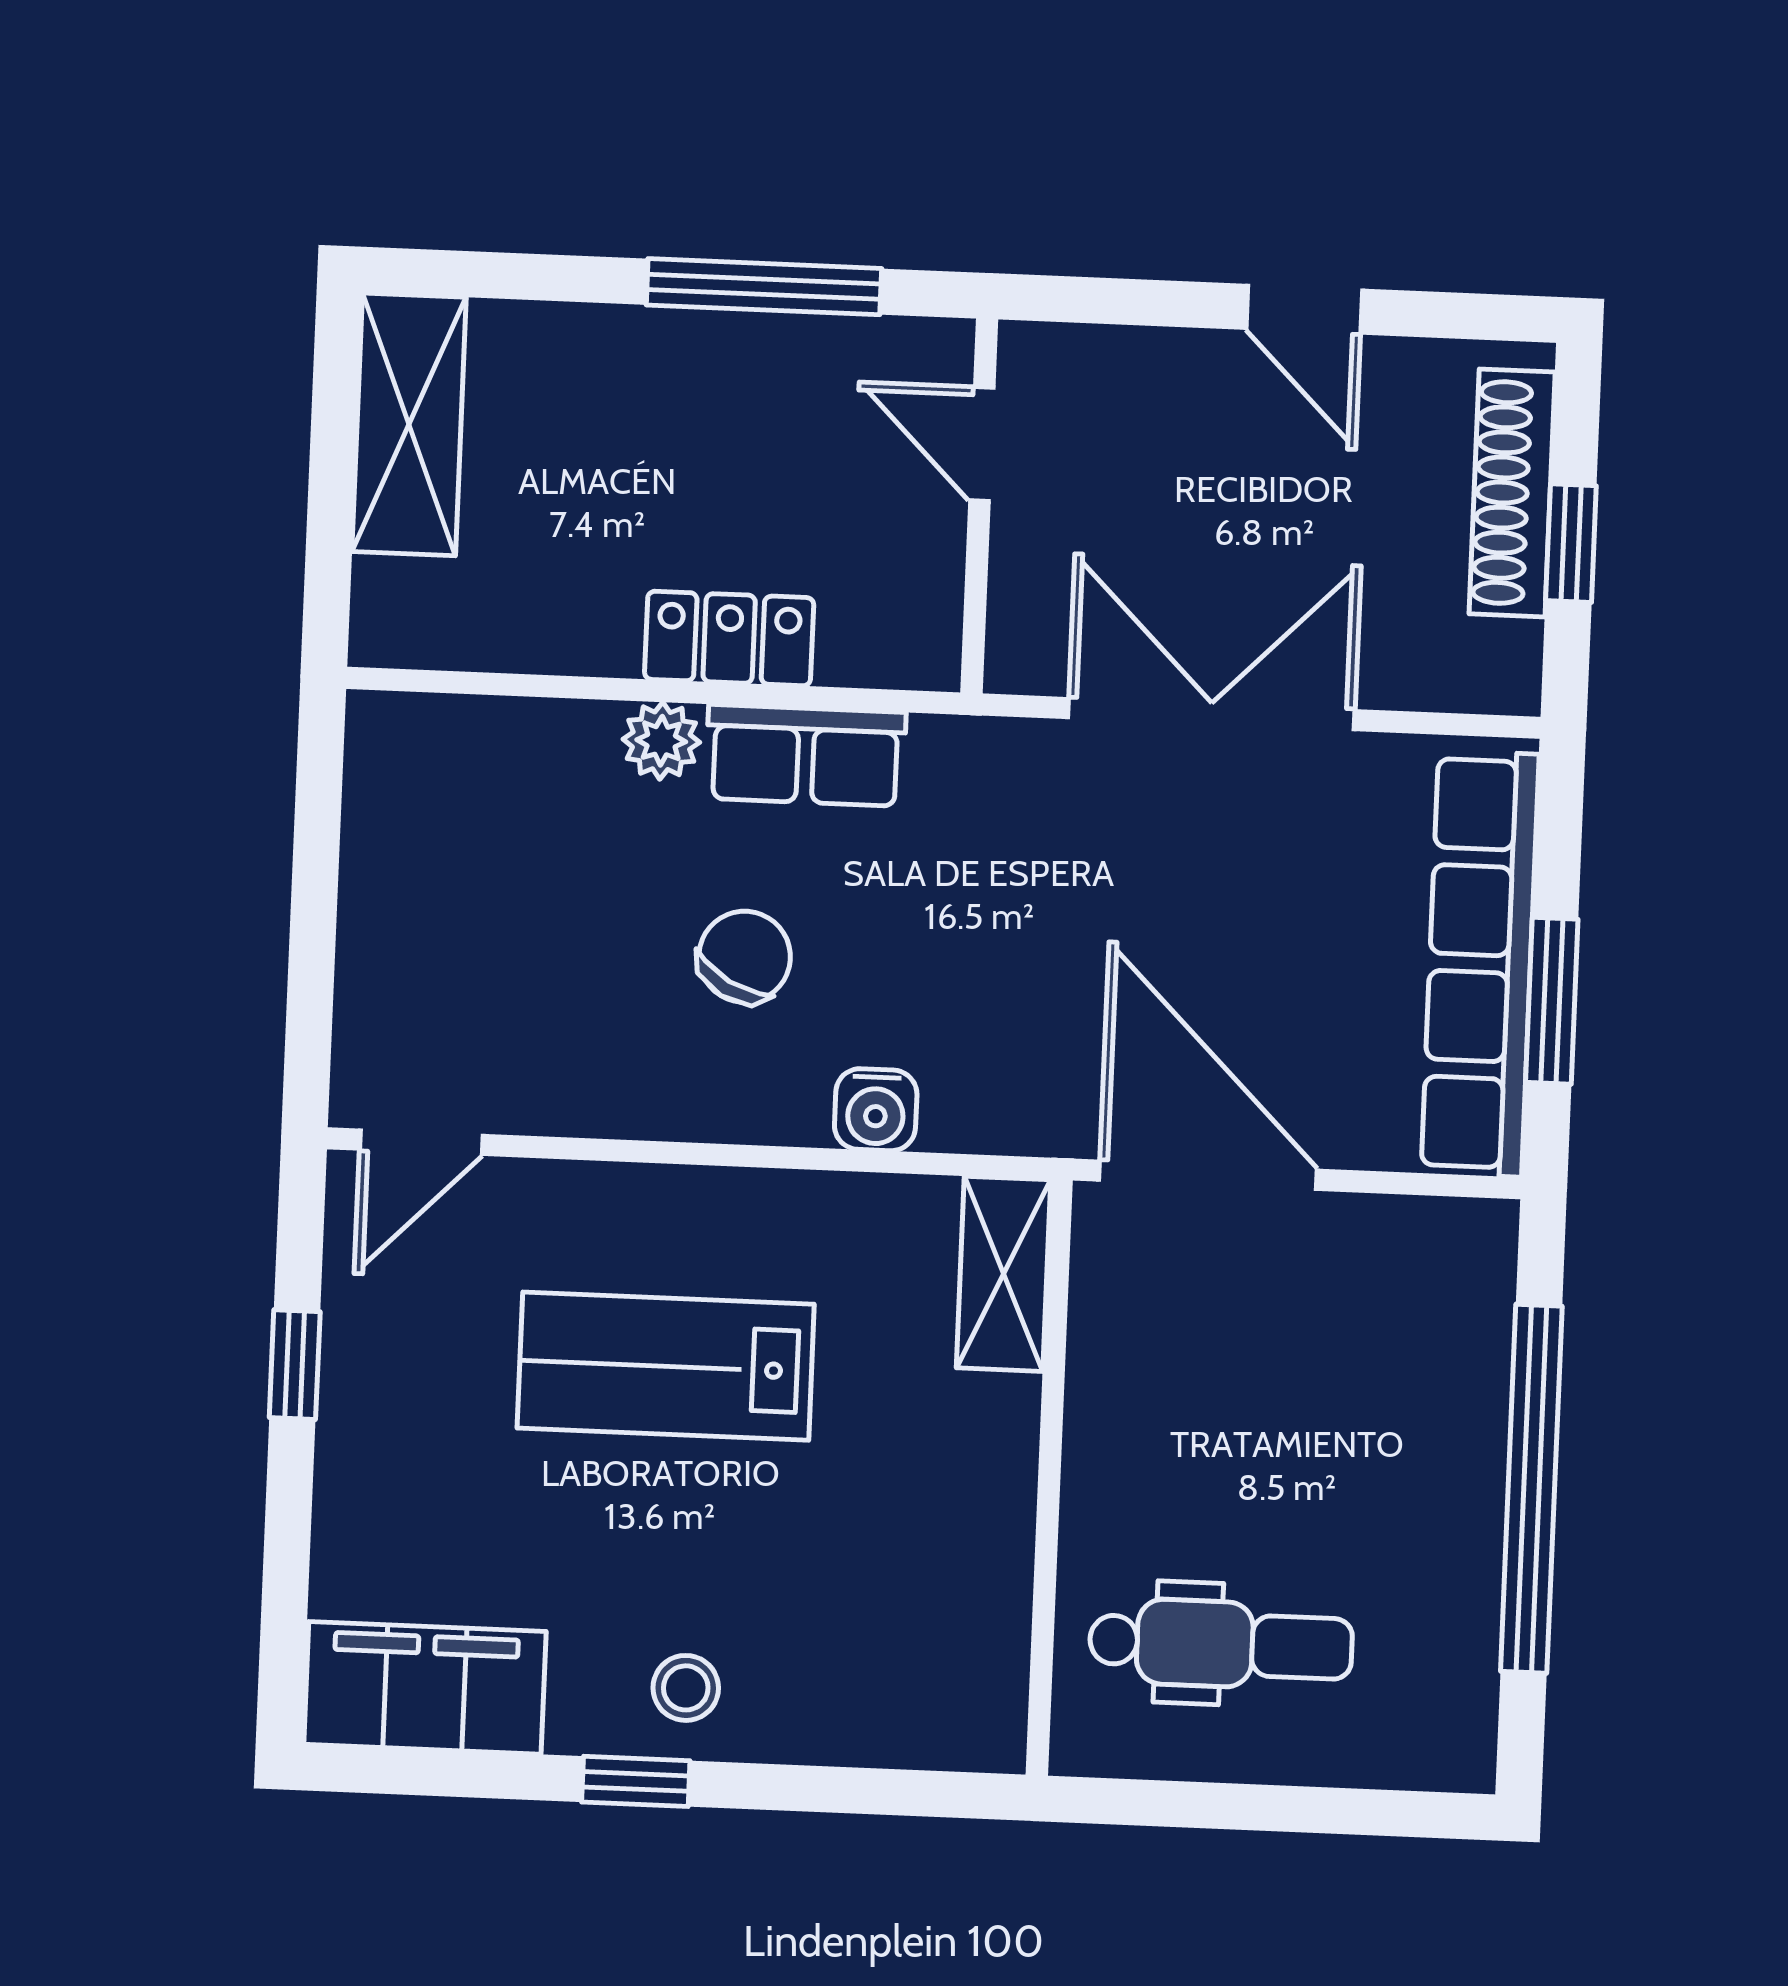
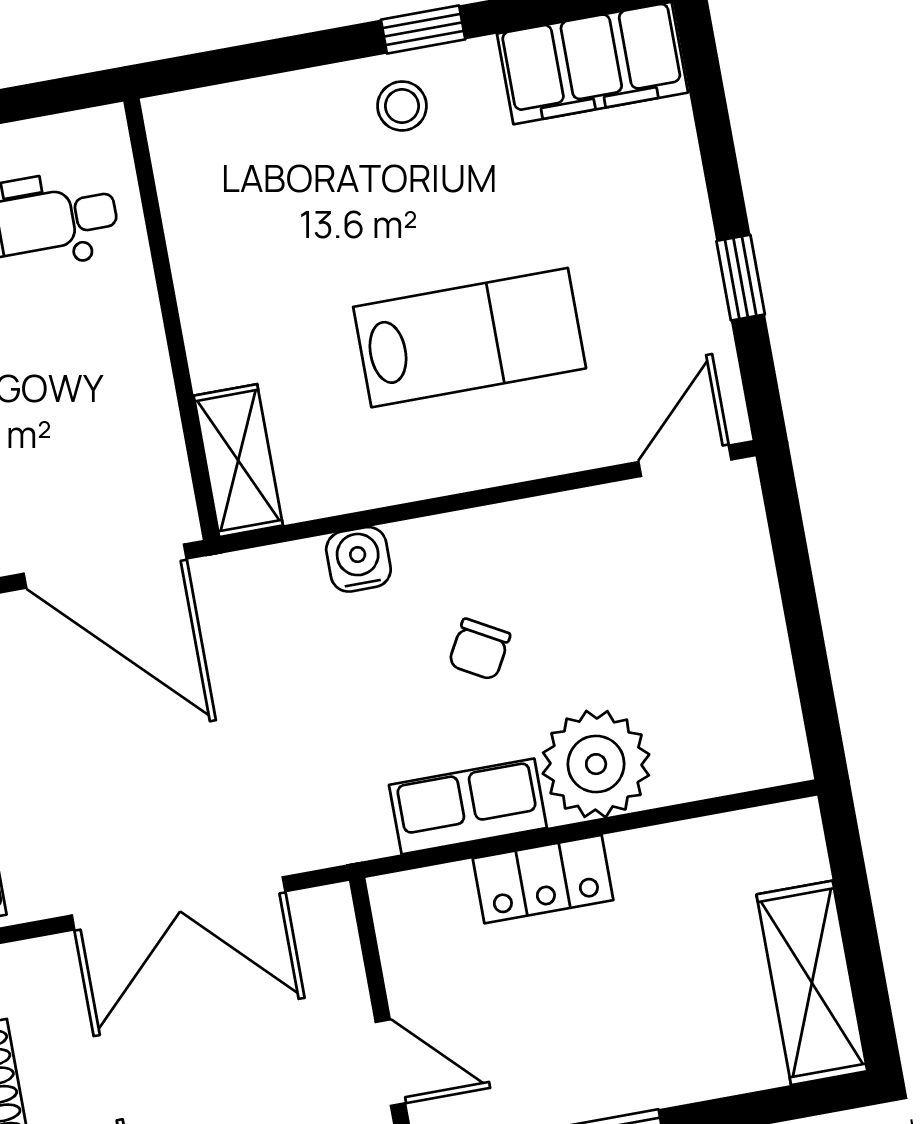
plant: (661, 741) -> (596, 764), width x1.88, depth x1.88
chair: (745, 957) -> (479, 649), width x0.73, depth x0.73

